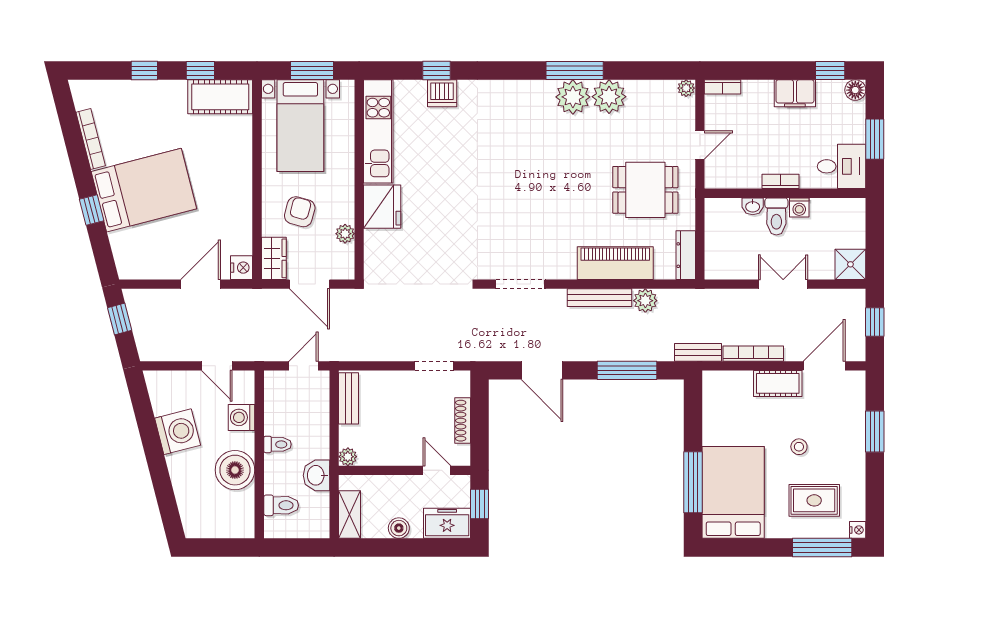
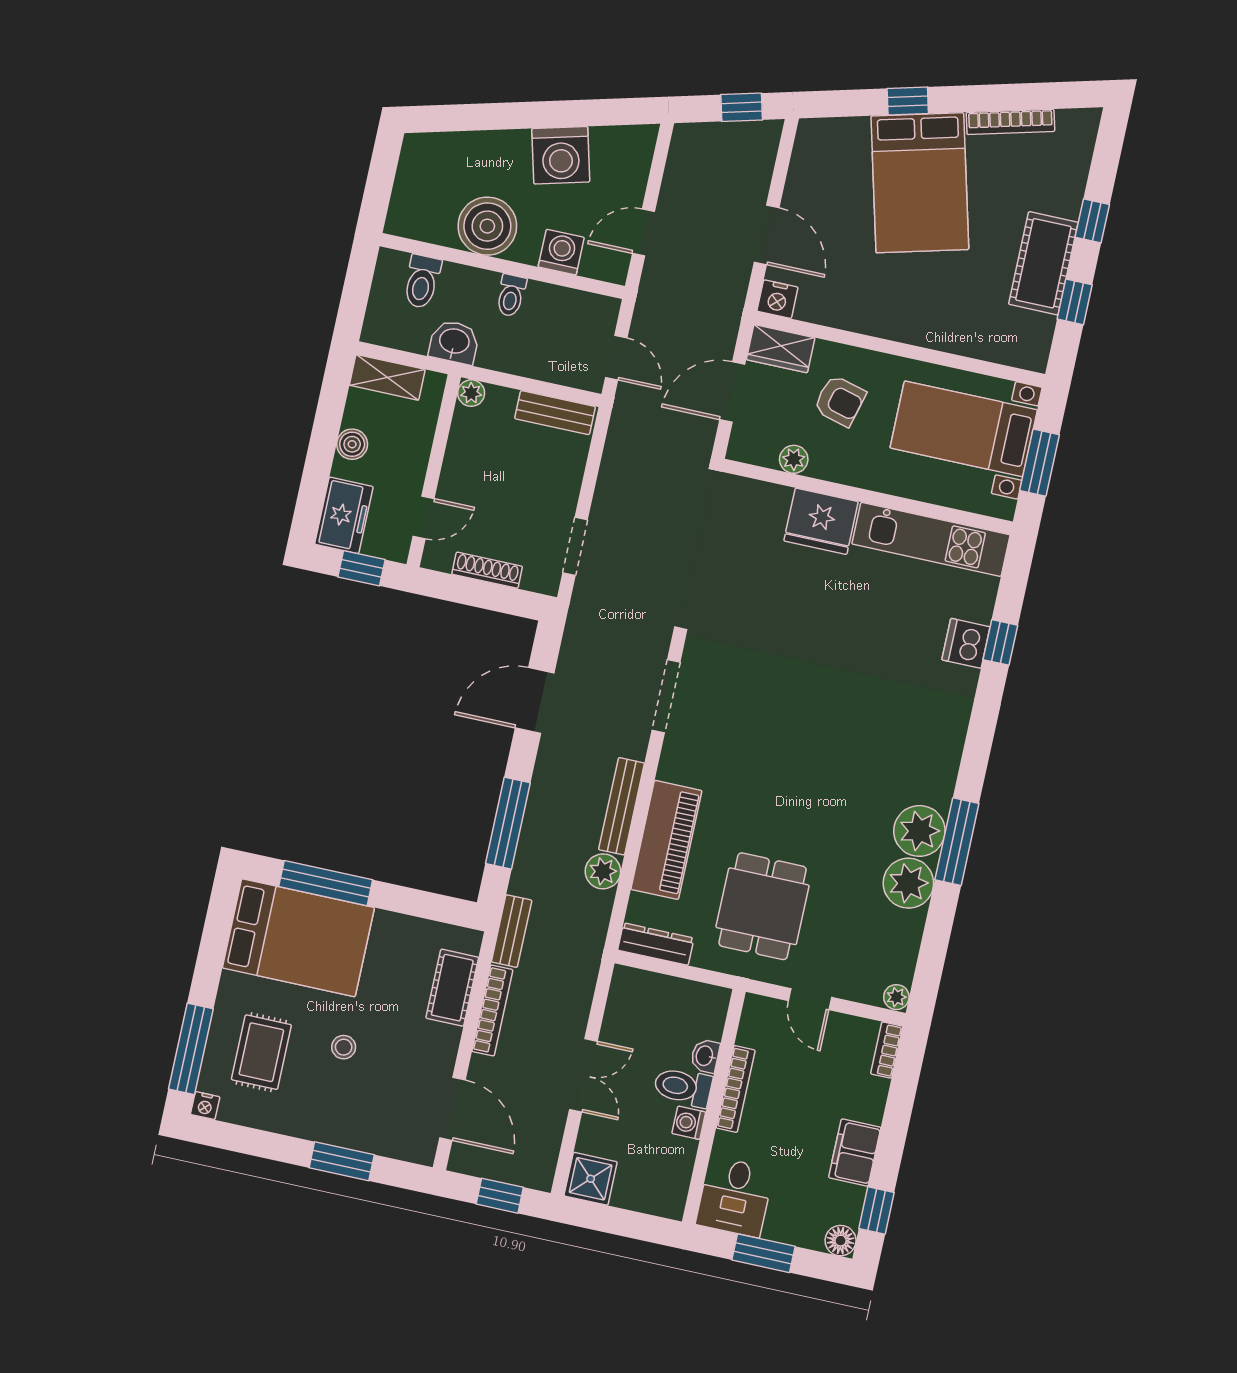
cot: (220, 97) -> (1043, 263), moved
bookcase: (780, 181) -> (736, 1089), width x1.56
cot: (778, 383) -> (452, 988), moved

